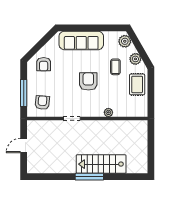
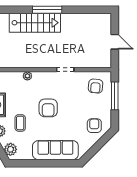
door: (24, 146) -> (115, 42), hinge flipped

